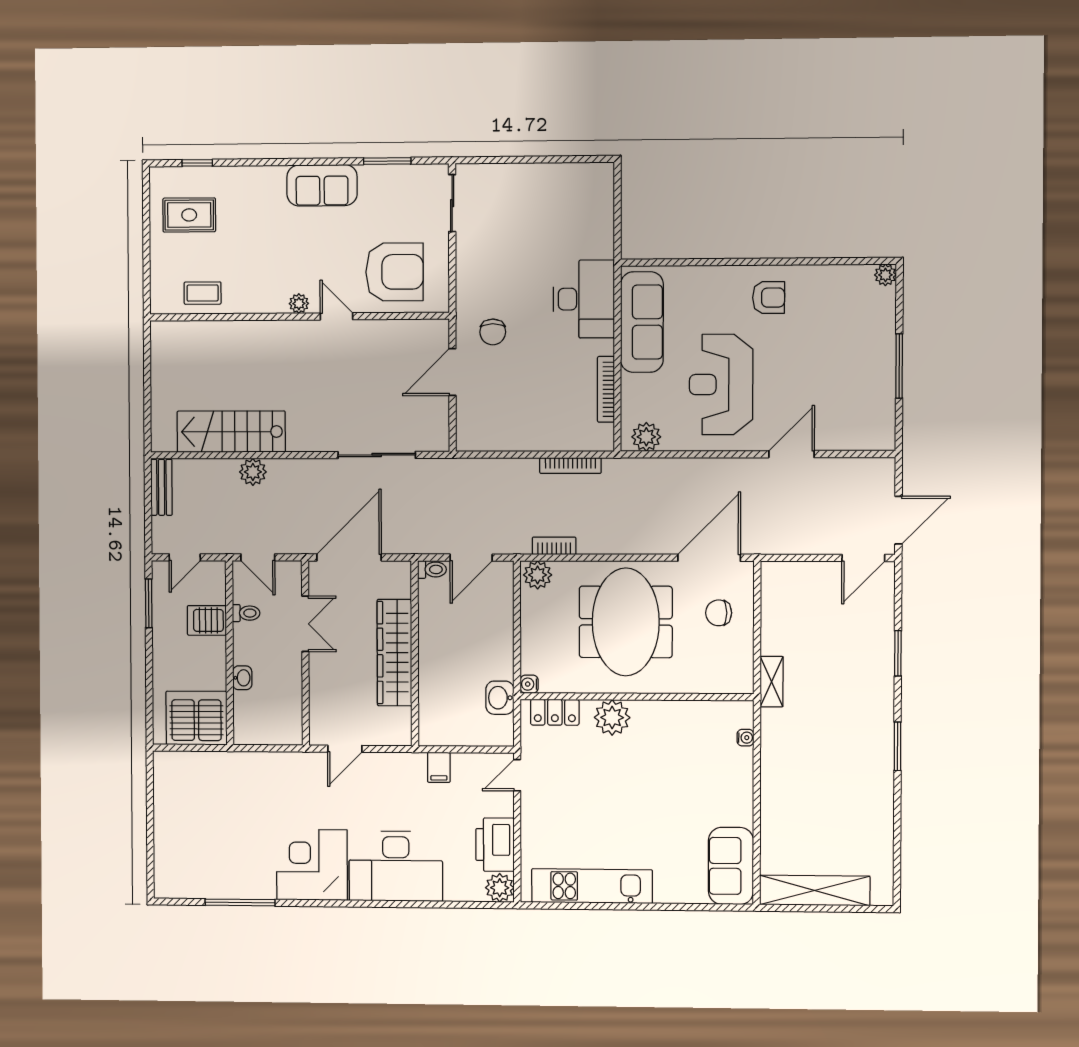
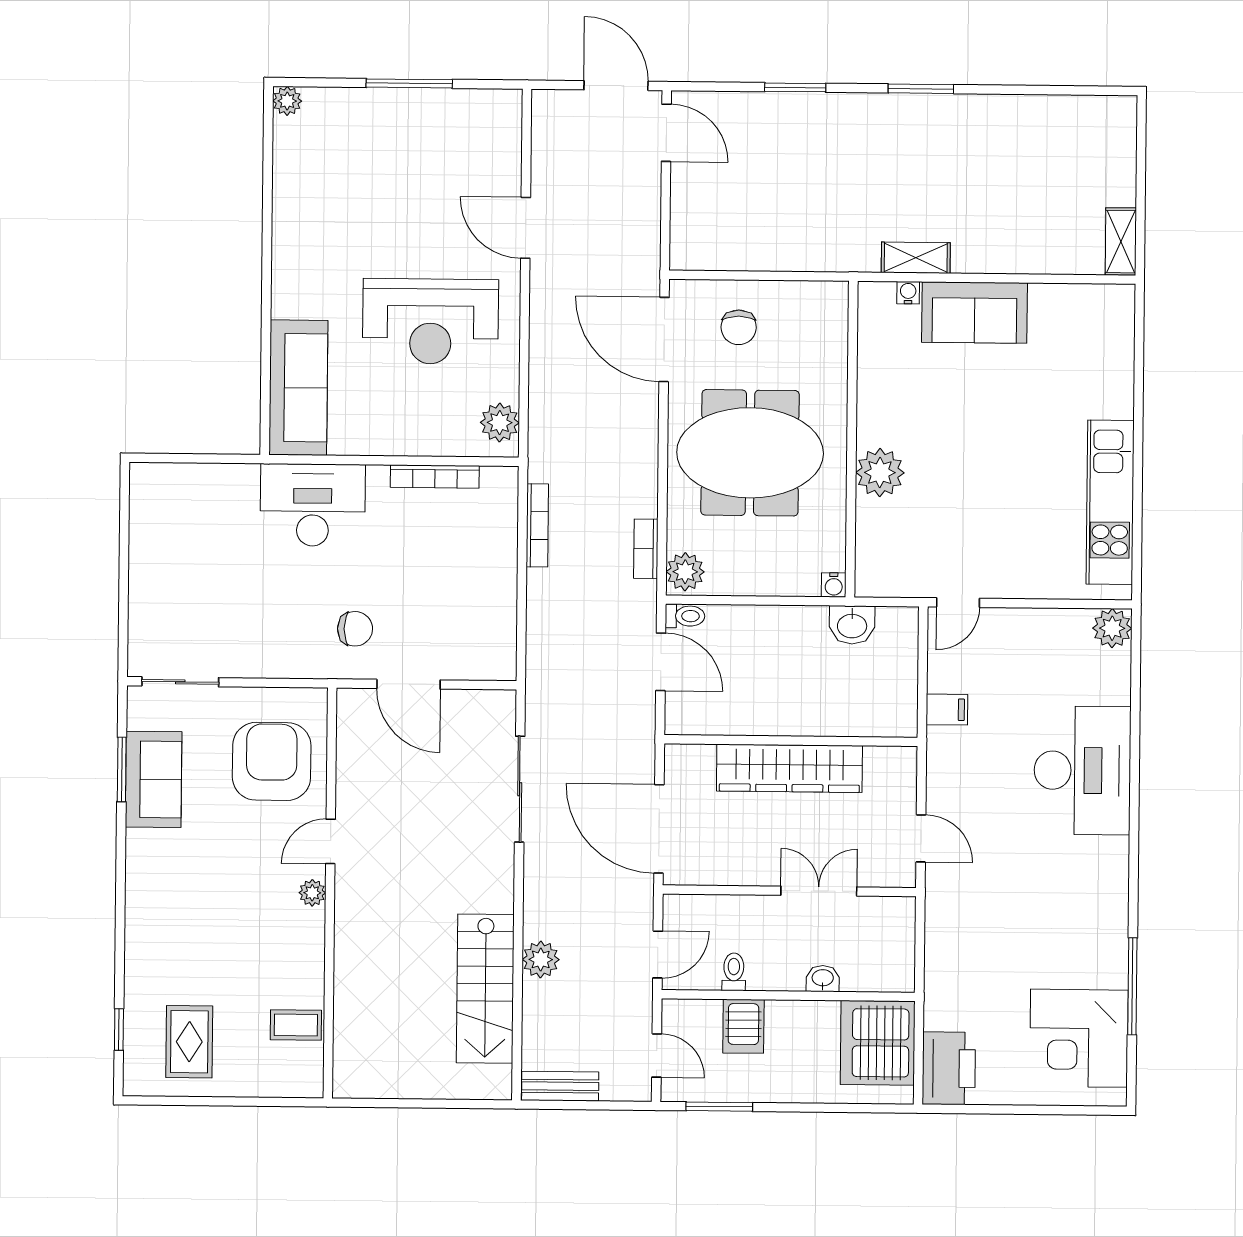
sofa: (322, 185) -> (154, 779), moved
coffee table: (203, 293) -> (296, 1025), turned 90
armchair: (769, 298) -> (315, 257), removed
sofa: (642, 322) -> (298, 388), moved, turned 90
toilet: (432, 569) -> (685, 616), moved, turned 90
double door: (305, 624) -> (819, 891), moved
shelving: (772, 682) -> (916, 258), moved
locker: (555, 712) -> (872, 550), removed
door: (517, 775) -> (958, 603), hinge flipped
printer: (495, 845) -> (949, 1068), moved, turned -90
corner desk: (312, 865) -> (1079, 1038), moved
sofa: (731, 866) -> (974, 313), moved
shelving: (815, 890) -> (1121, 242), width x0.45, depth x0.75

